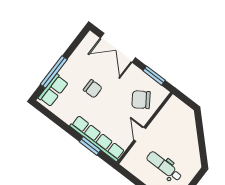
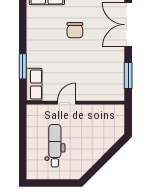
chair: (141, 100) -> (98, 80), removed
row of seats: (97, 139) -> (34, 84), width x0.50

